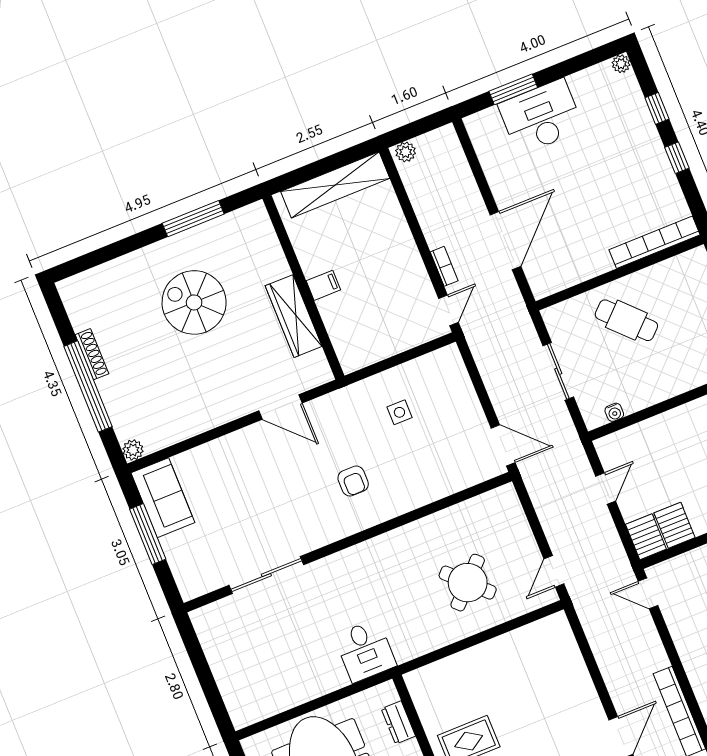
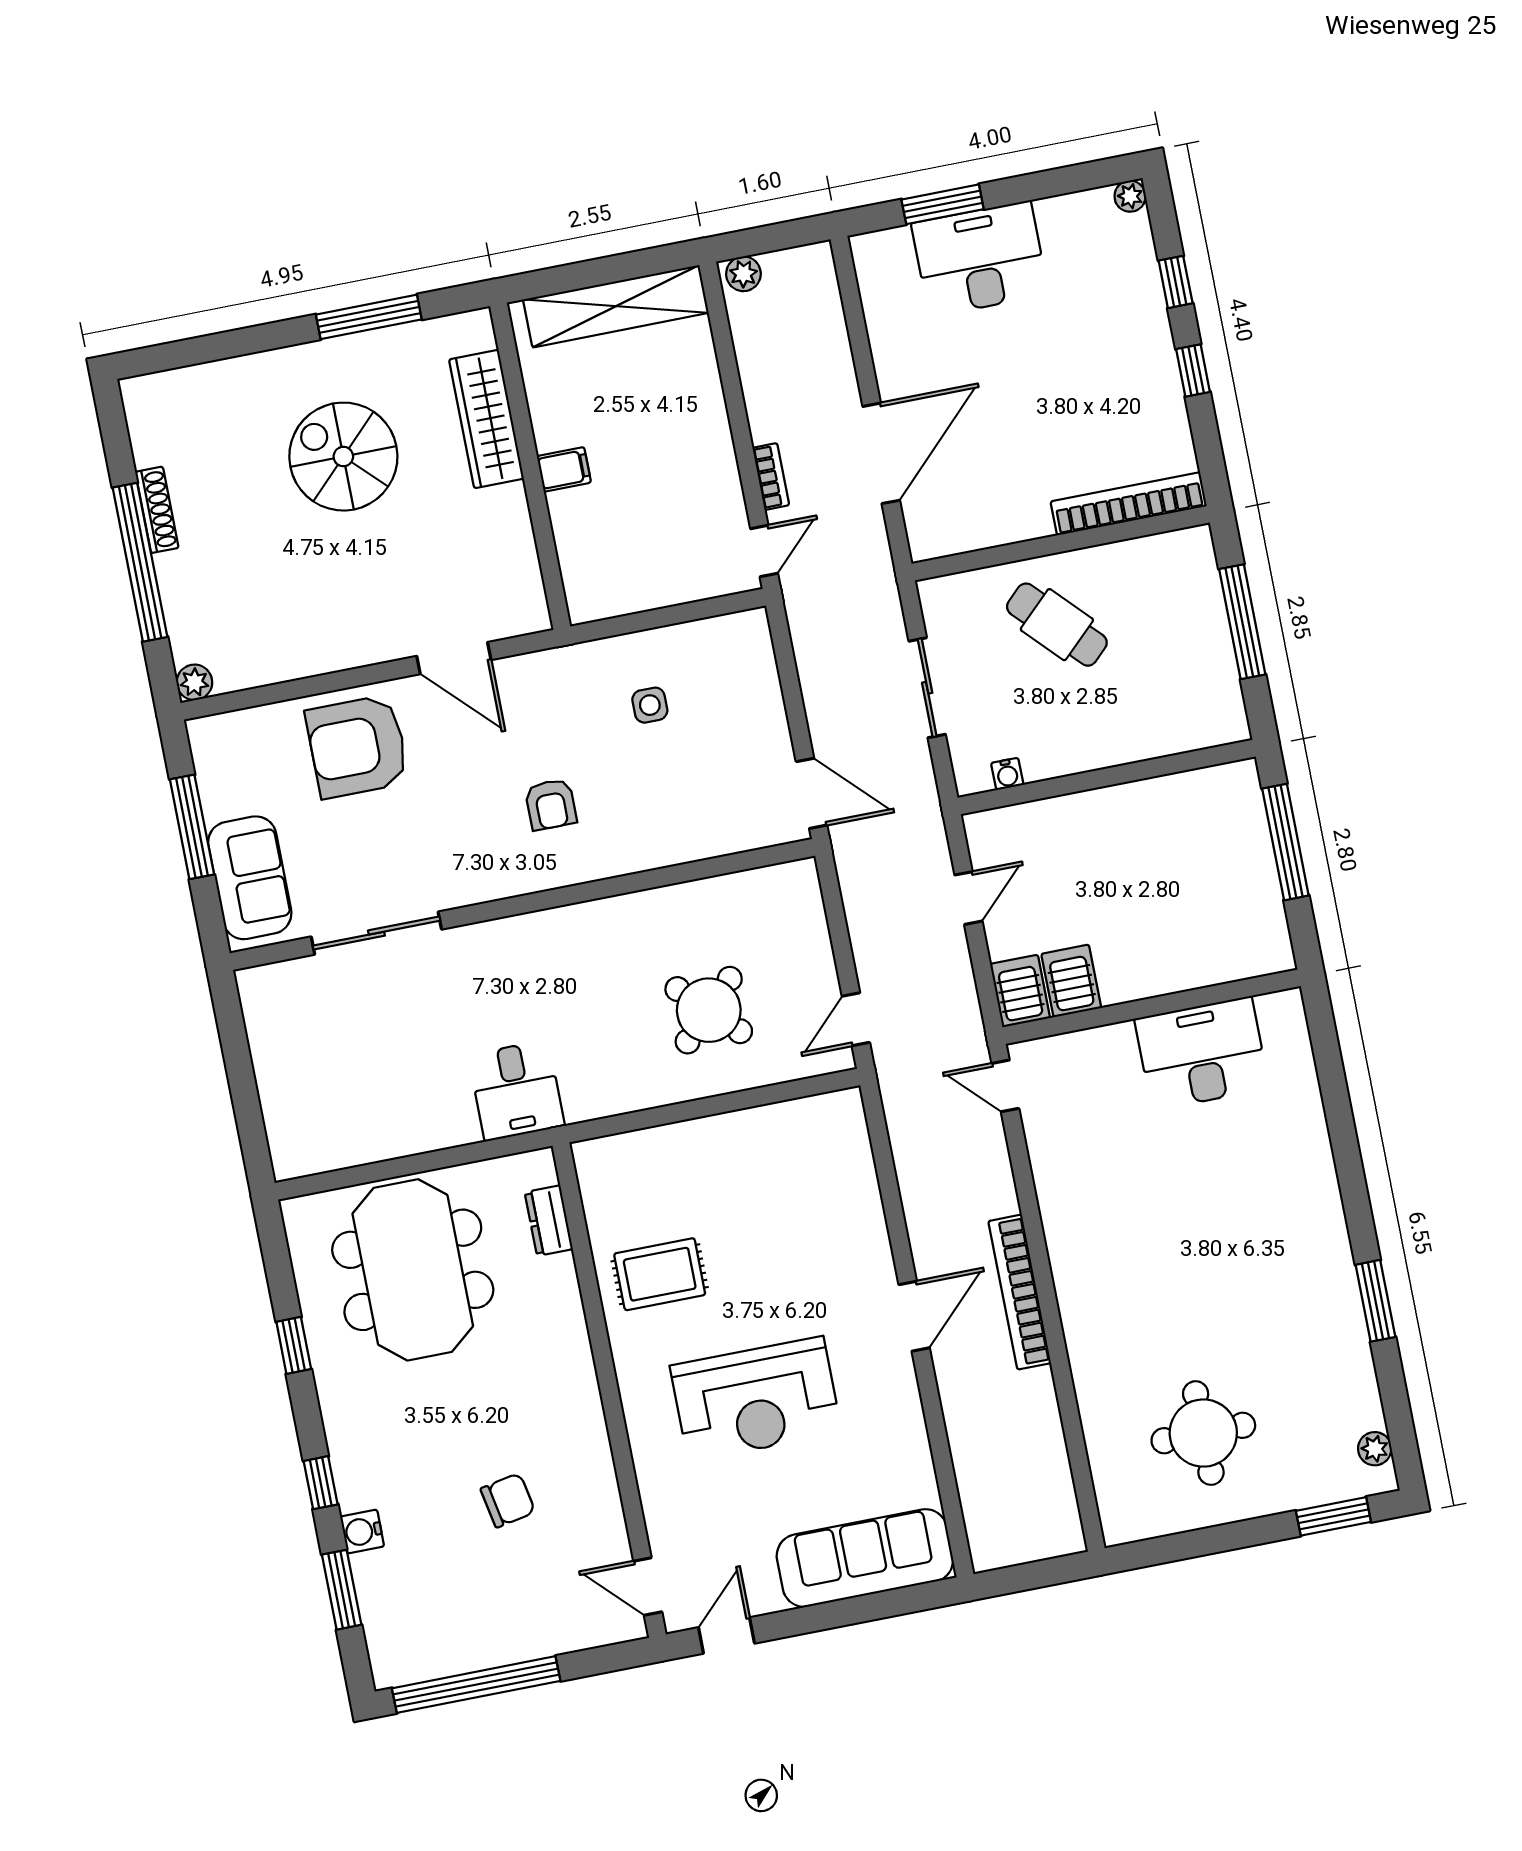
wardrobe: (294, 316) -> (486, 419), moved
armchair: (235, 469) -> (357, 747), added
sofa: (163, 498) -> (250, 878), moved

